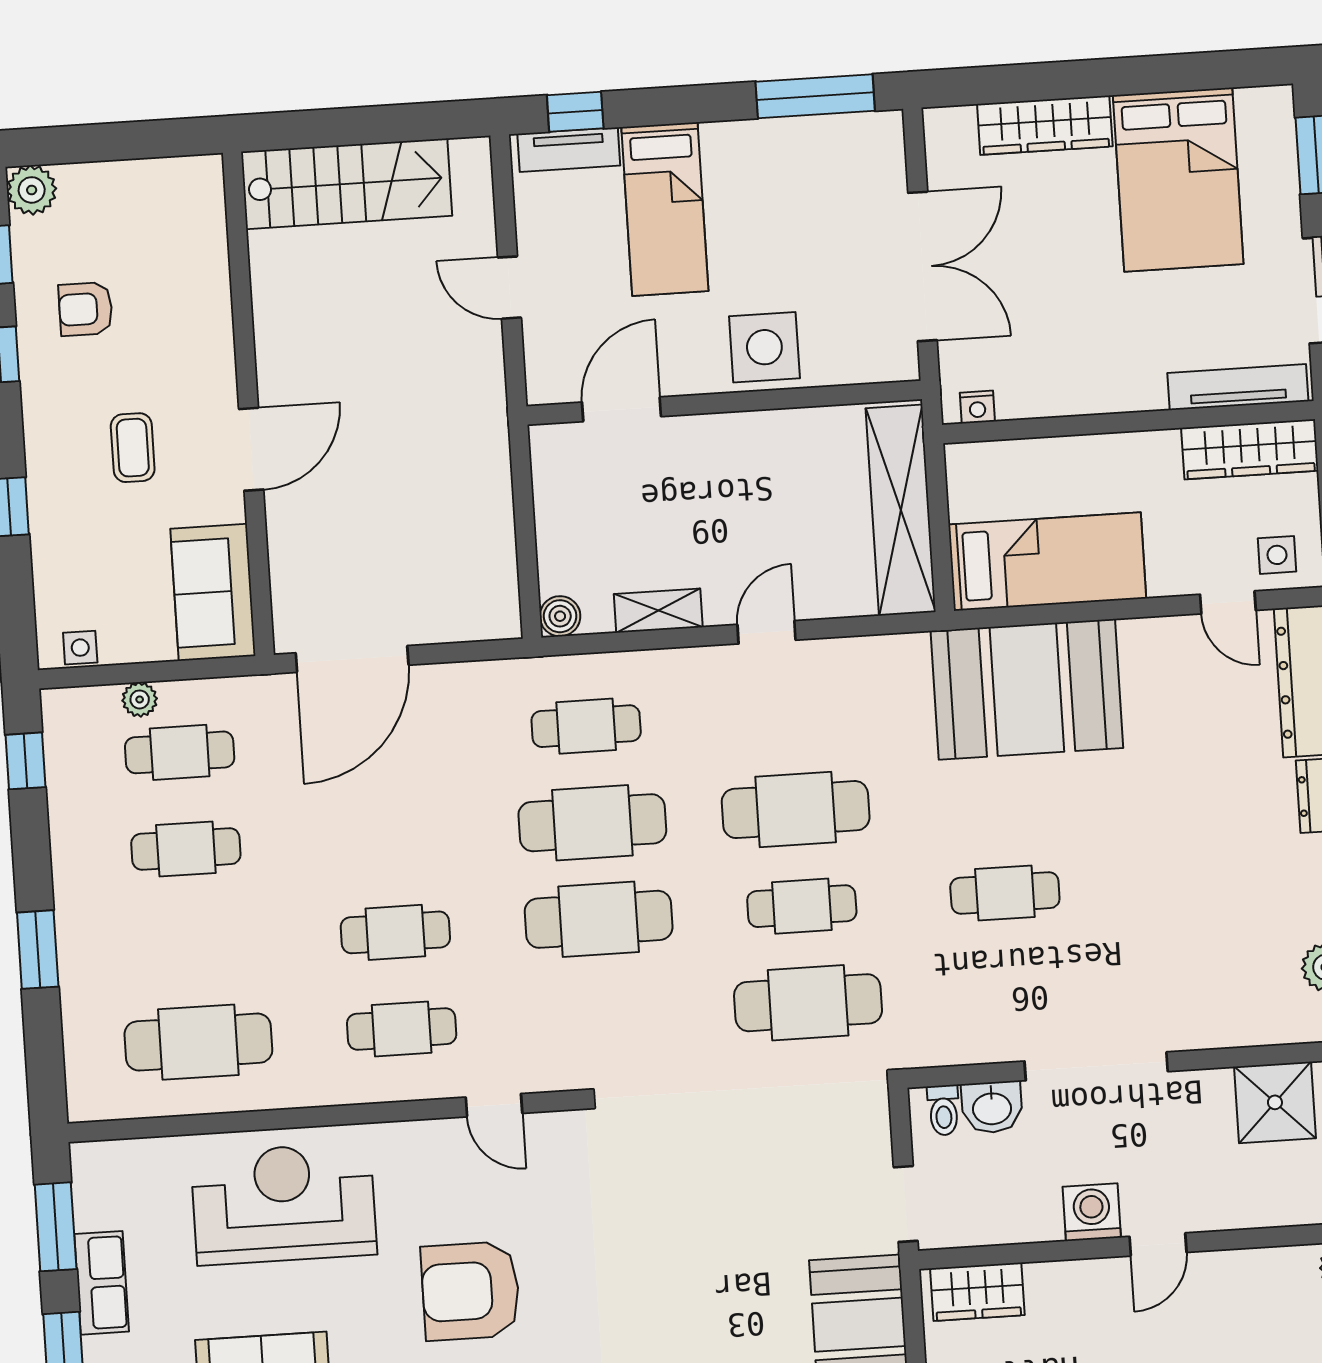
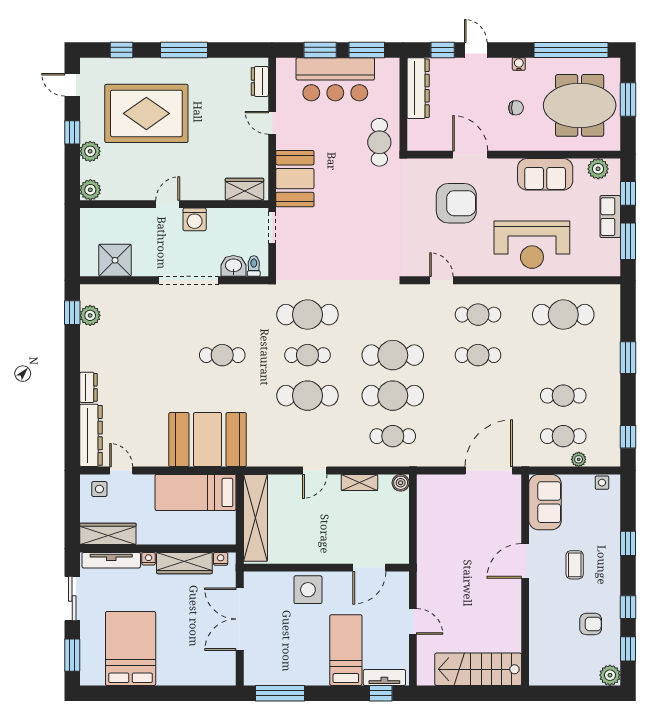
wardrobe: (1045, 125) -> (184, 563), moved, turned 180
nightstand: (1149, 396) -> (148, 559), added

